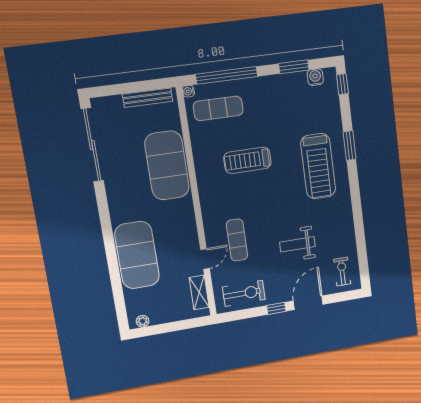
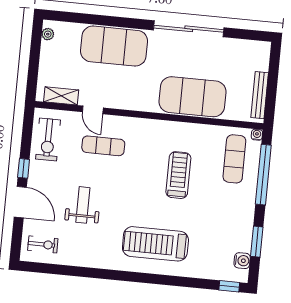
sliding door: (92, 145) -> (189, 29), moved
window: (350, 146) -> (168, 280), removed

